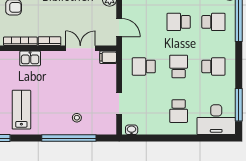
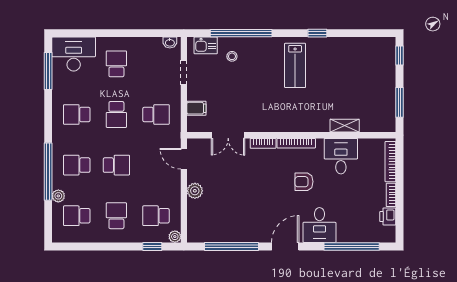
filing cabinet: (108, 57) -> (196, 108), moved
kitchen sink: (30, 58) -> (206, 45), moved, turned 180

